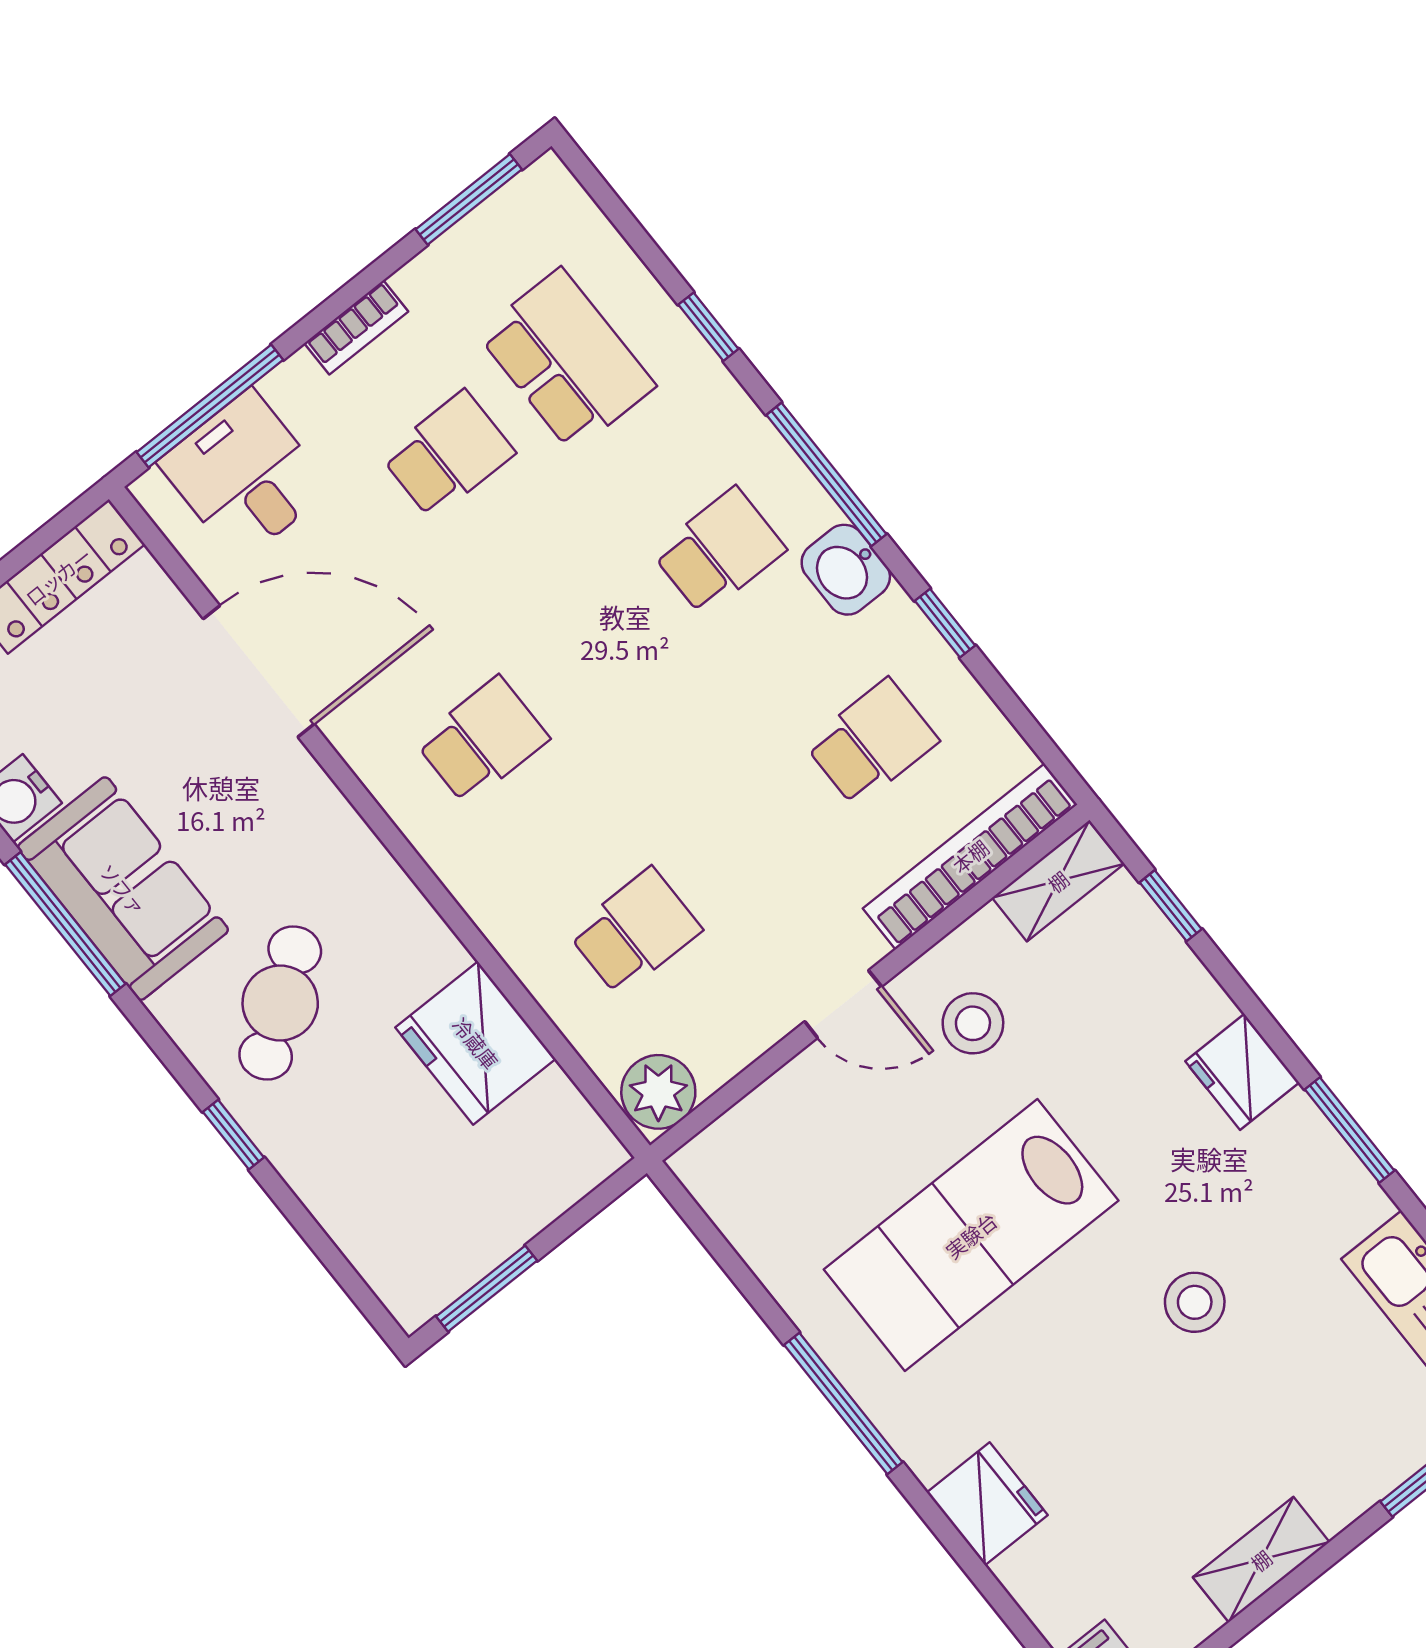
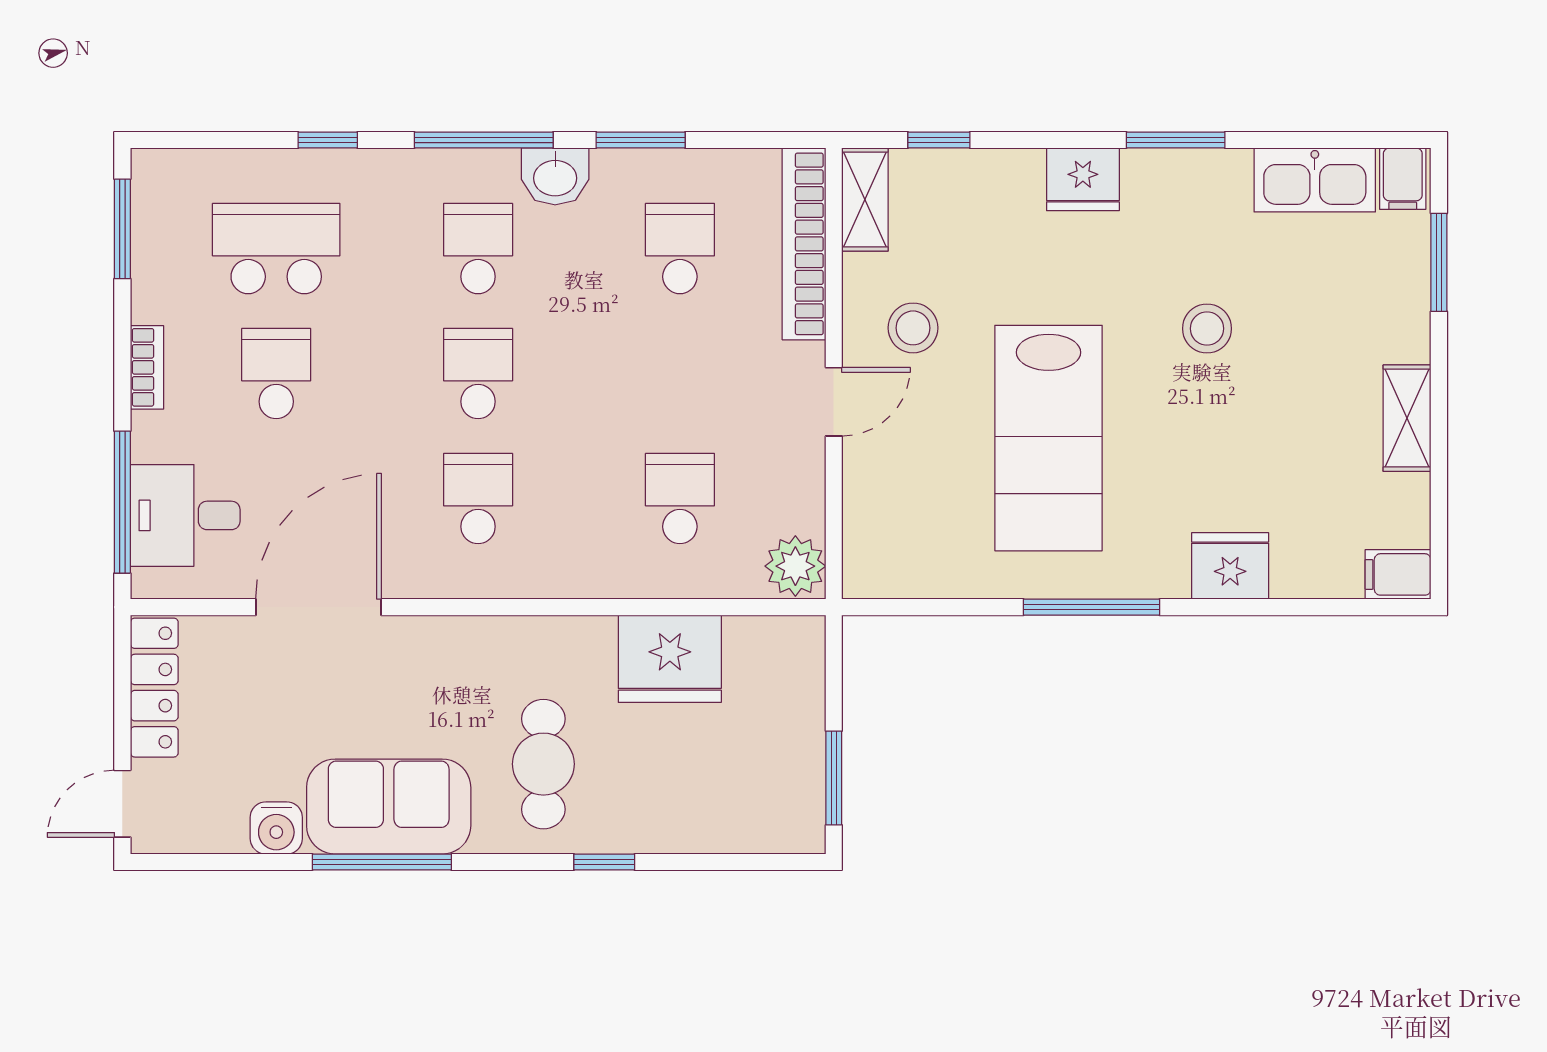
window: (945, 623) -> (641, 140), width x1.50
school desk: (601, 646) -> (478, 374), added
cafe table: (280, 1003) -> (543, 764), turned 36

